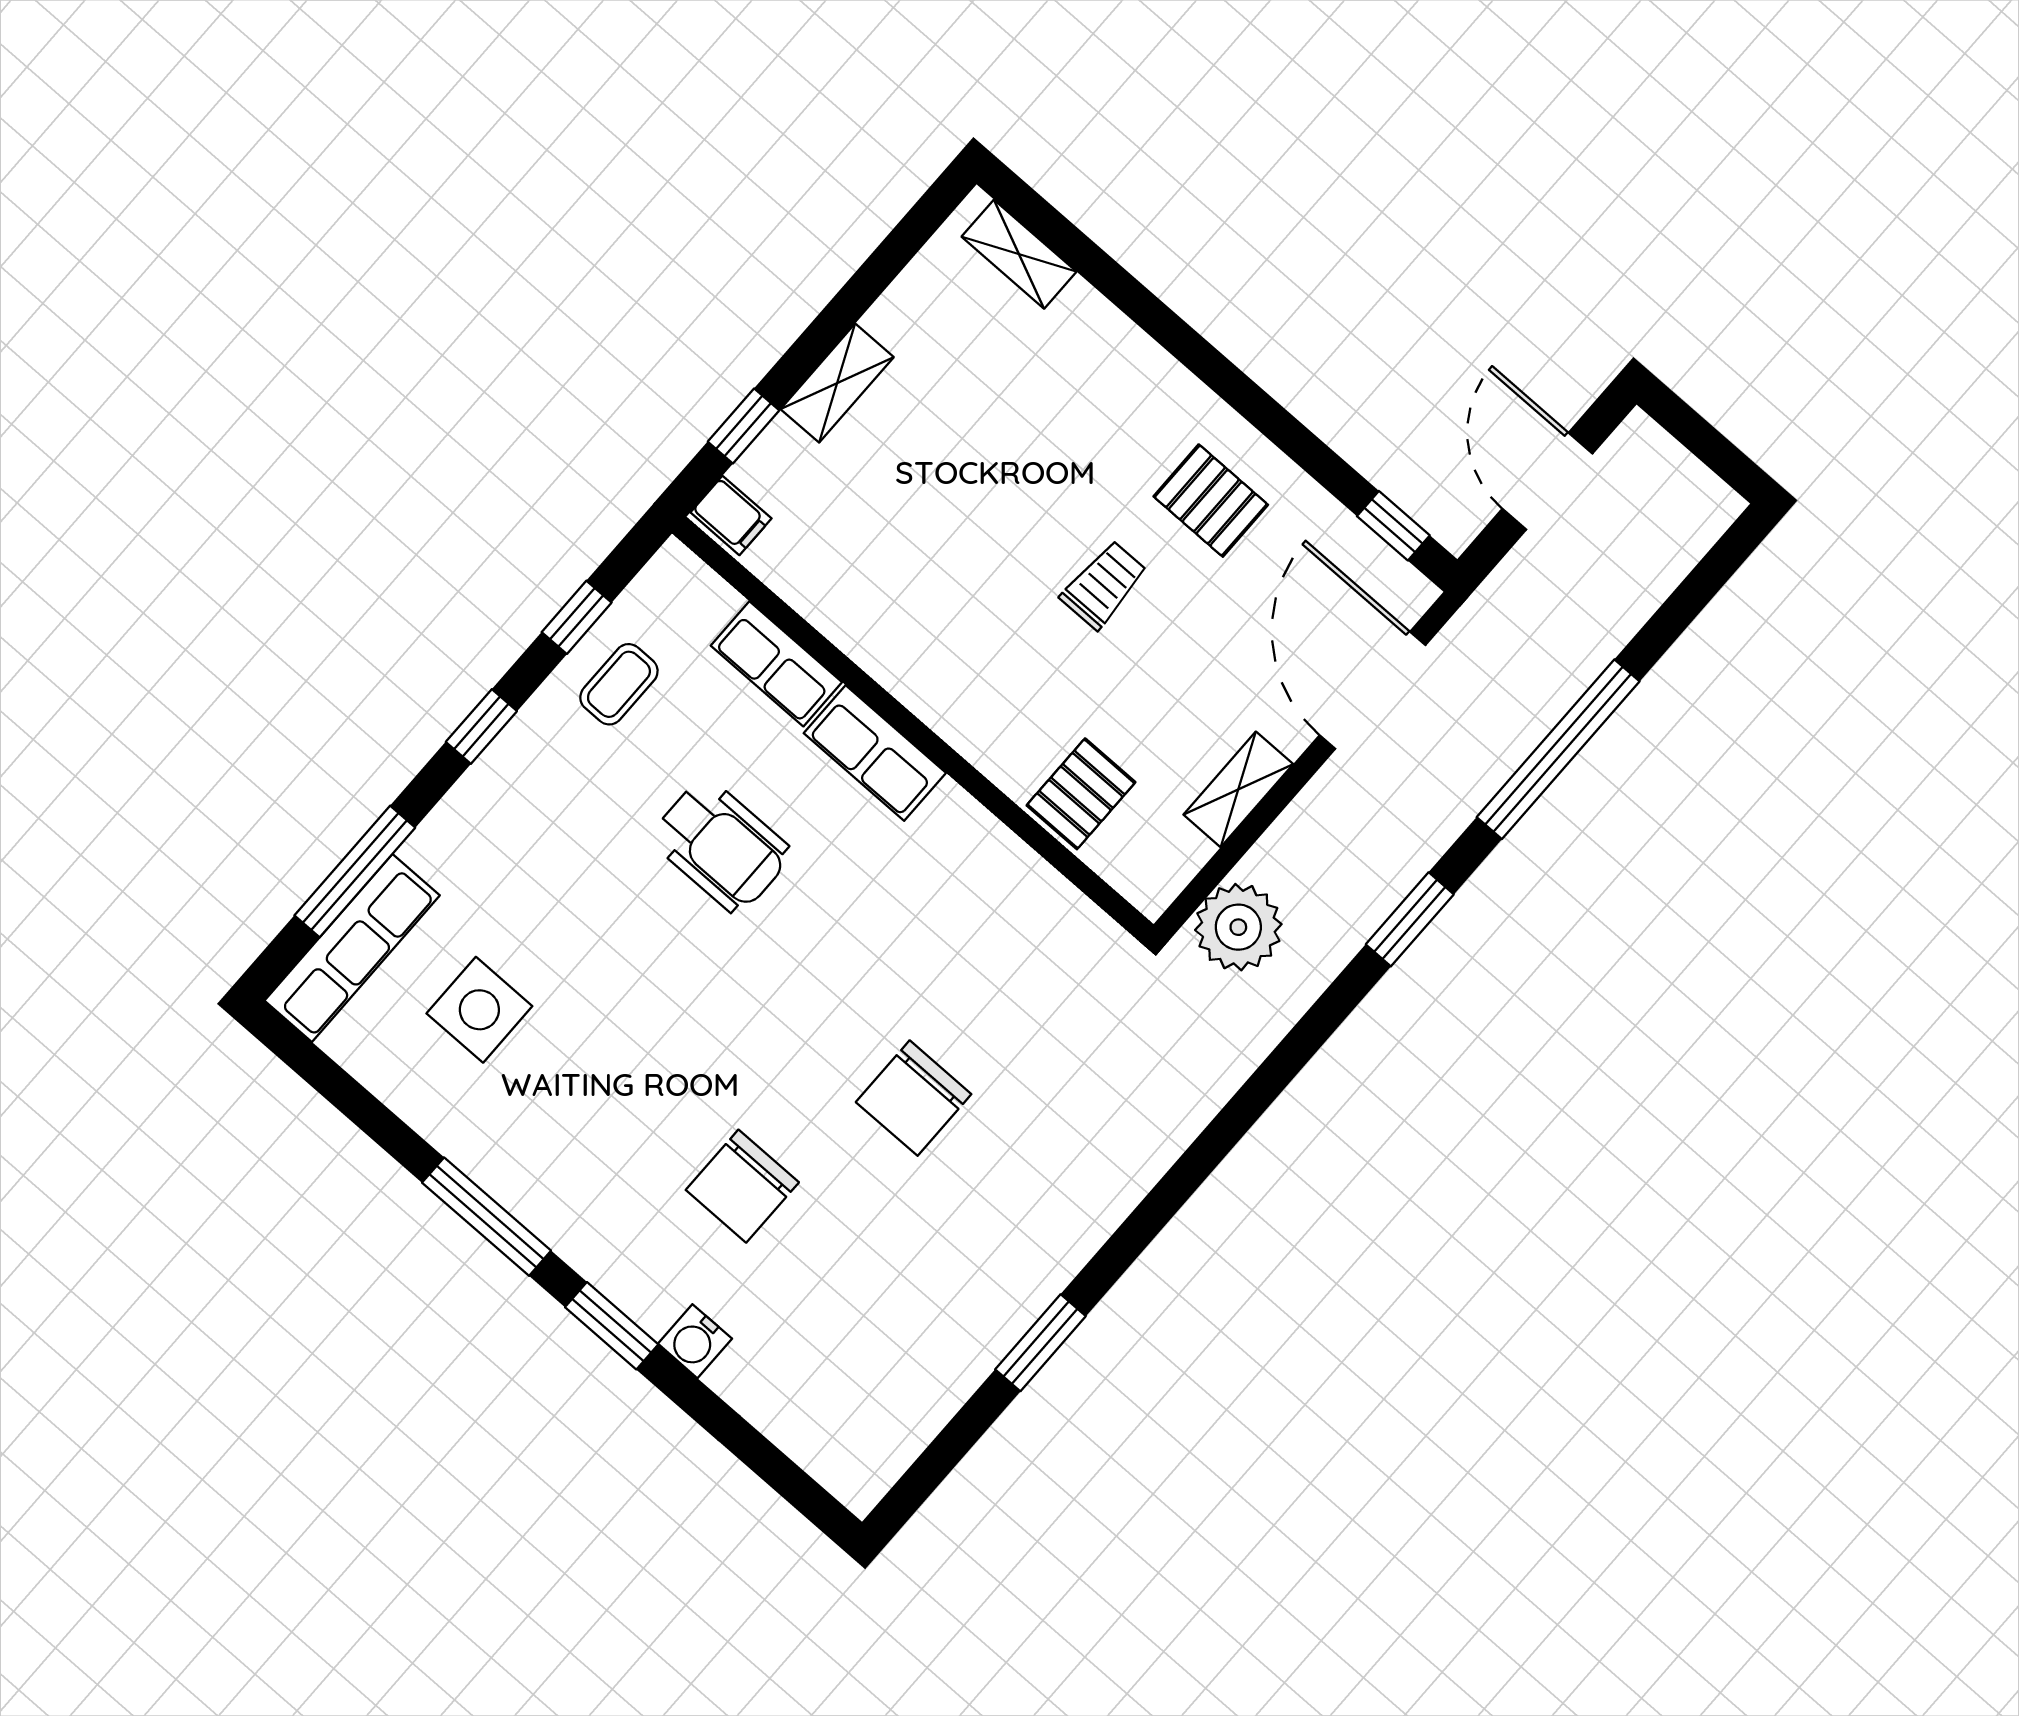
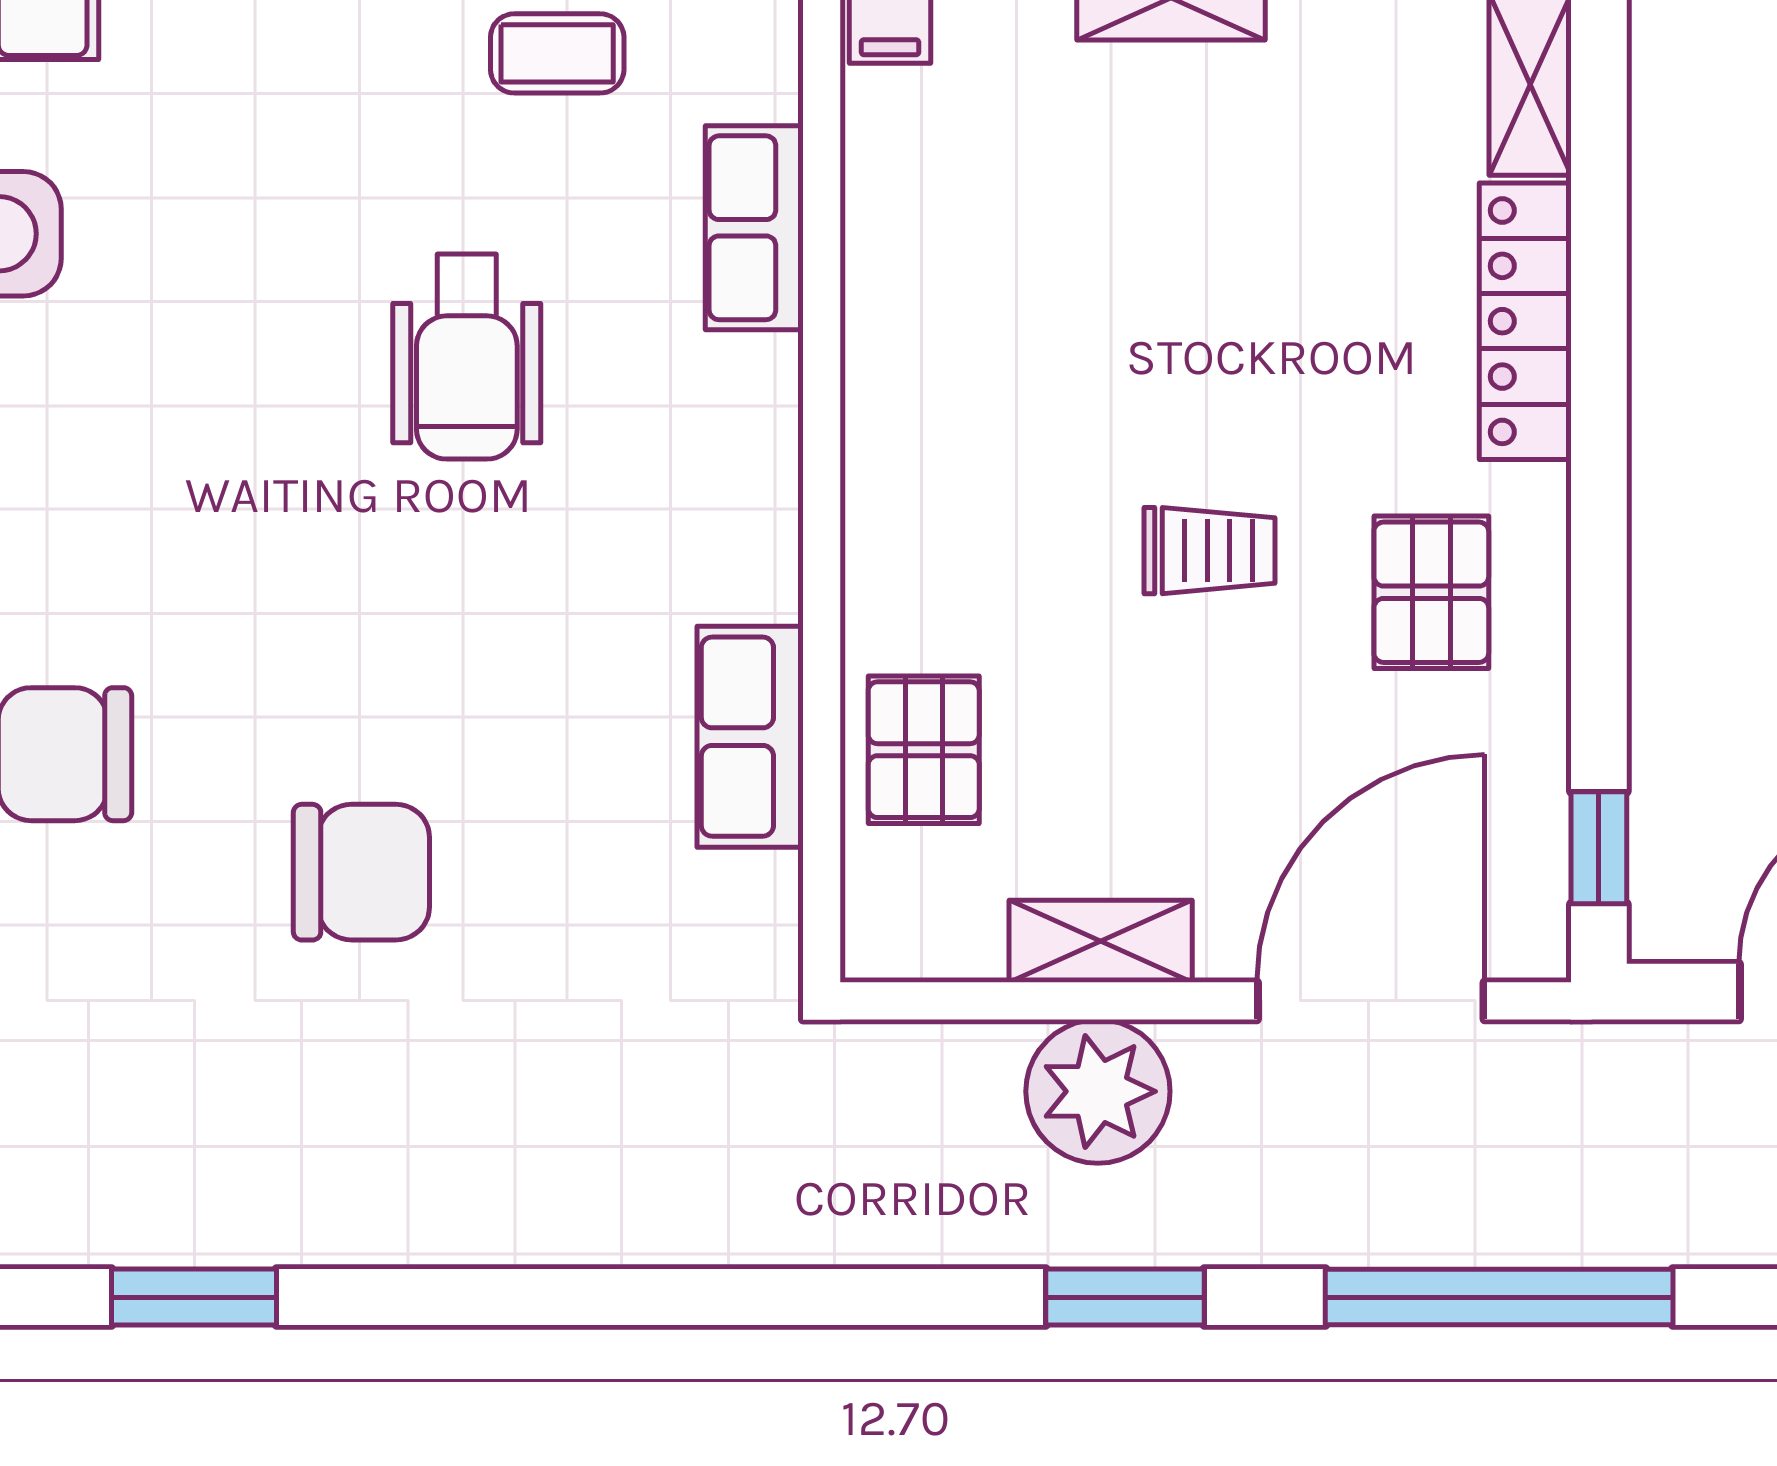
locker: (1125, 350) -> (1525, 321), added
row of seats: (875, 753) -> (750, 737), moved
pallet: (1081, 794) -> (924, 750), turned 90
plant: (1238, 927) -> (1098, 1091), moved
chair: (914, 1098) -> (361, 872), turned 180

